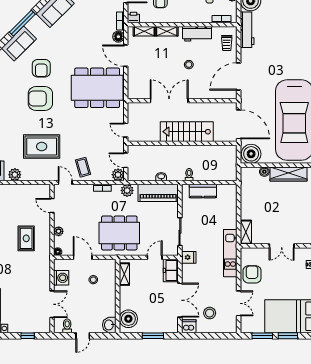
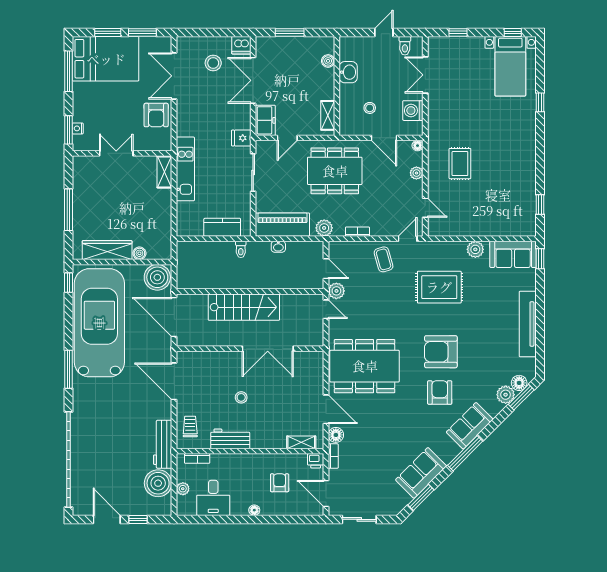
shelving: (167, 31) -> (271, 442), removed
door: (239, 77) -> (174, 381), swing flipped
armchair: (40, 99) -> (441, 352), turned 180
plant: (118, 175) -> (336, 291), moved
door: (65, 183) -> (408, 239), swing flipped
kitchen unit: (230, 253) -> (185, 169), moved
double door: (239, 303) -> (174, 76), width x1.37
boiler: (128, 319) -> (328, 61), width x0.54, depth x0.54
washbasin: (109, 325) -> (348, 72), moved

